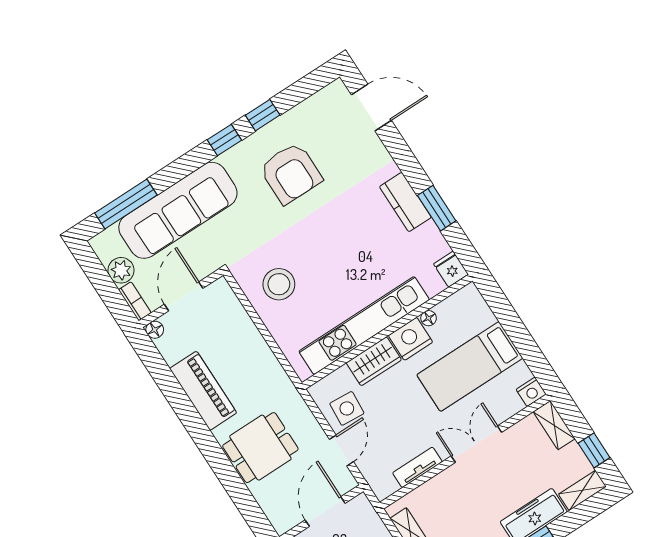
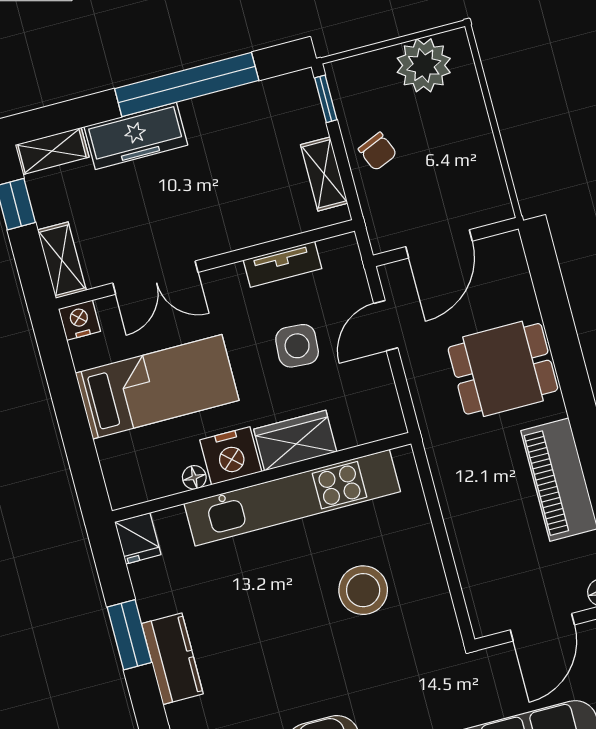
stool: (279, 284) -> (363, 590), moved
side table: (347, 408) -> (297, 346), moved
double door: (476, 444) -> (155, 278), moved

